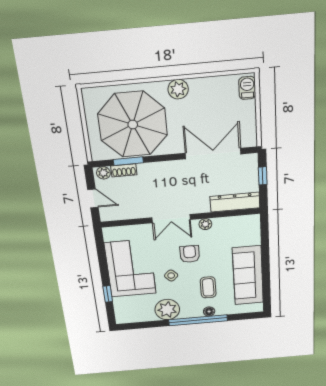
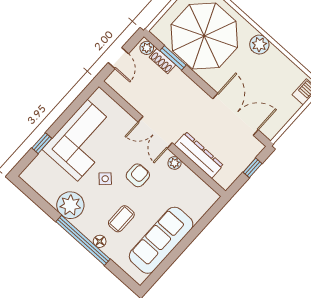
dresser: (235, 202) -> (199, 155), moved

